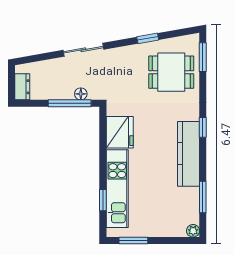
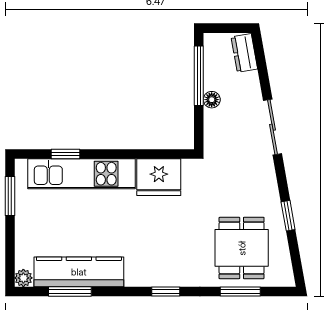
window: (203, 57) -> (240, 291), moved
dresser: (22, 87) -> (244, 53), moved, turned 80
floor lamp: (81, 94) -> (212, 100), moved
window: (70, 103) -> (199, 76), moved
kitchen counter: (189, 154) -> (79, 272), moved

